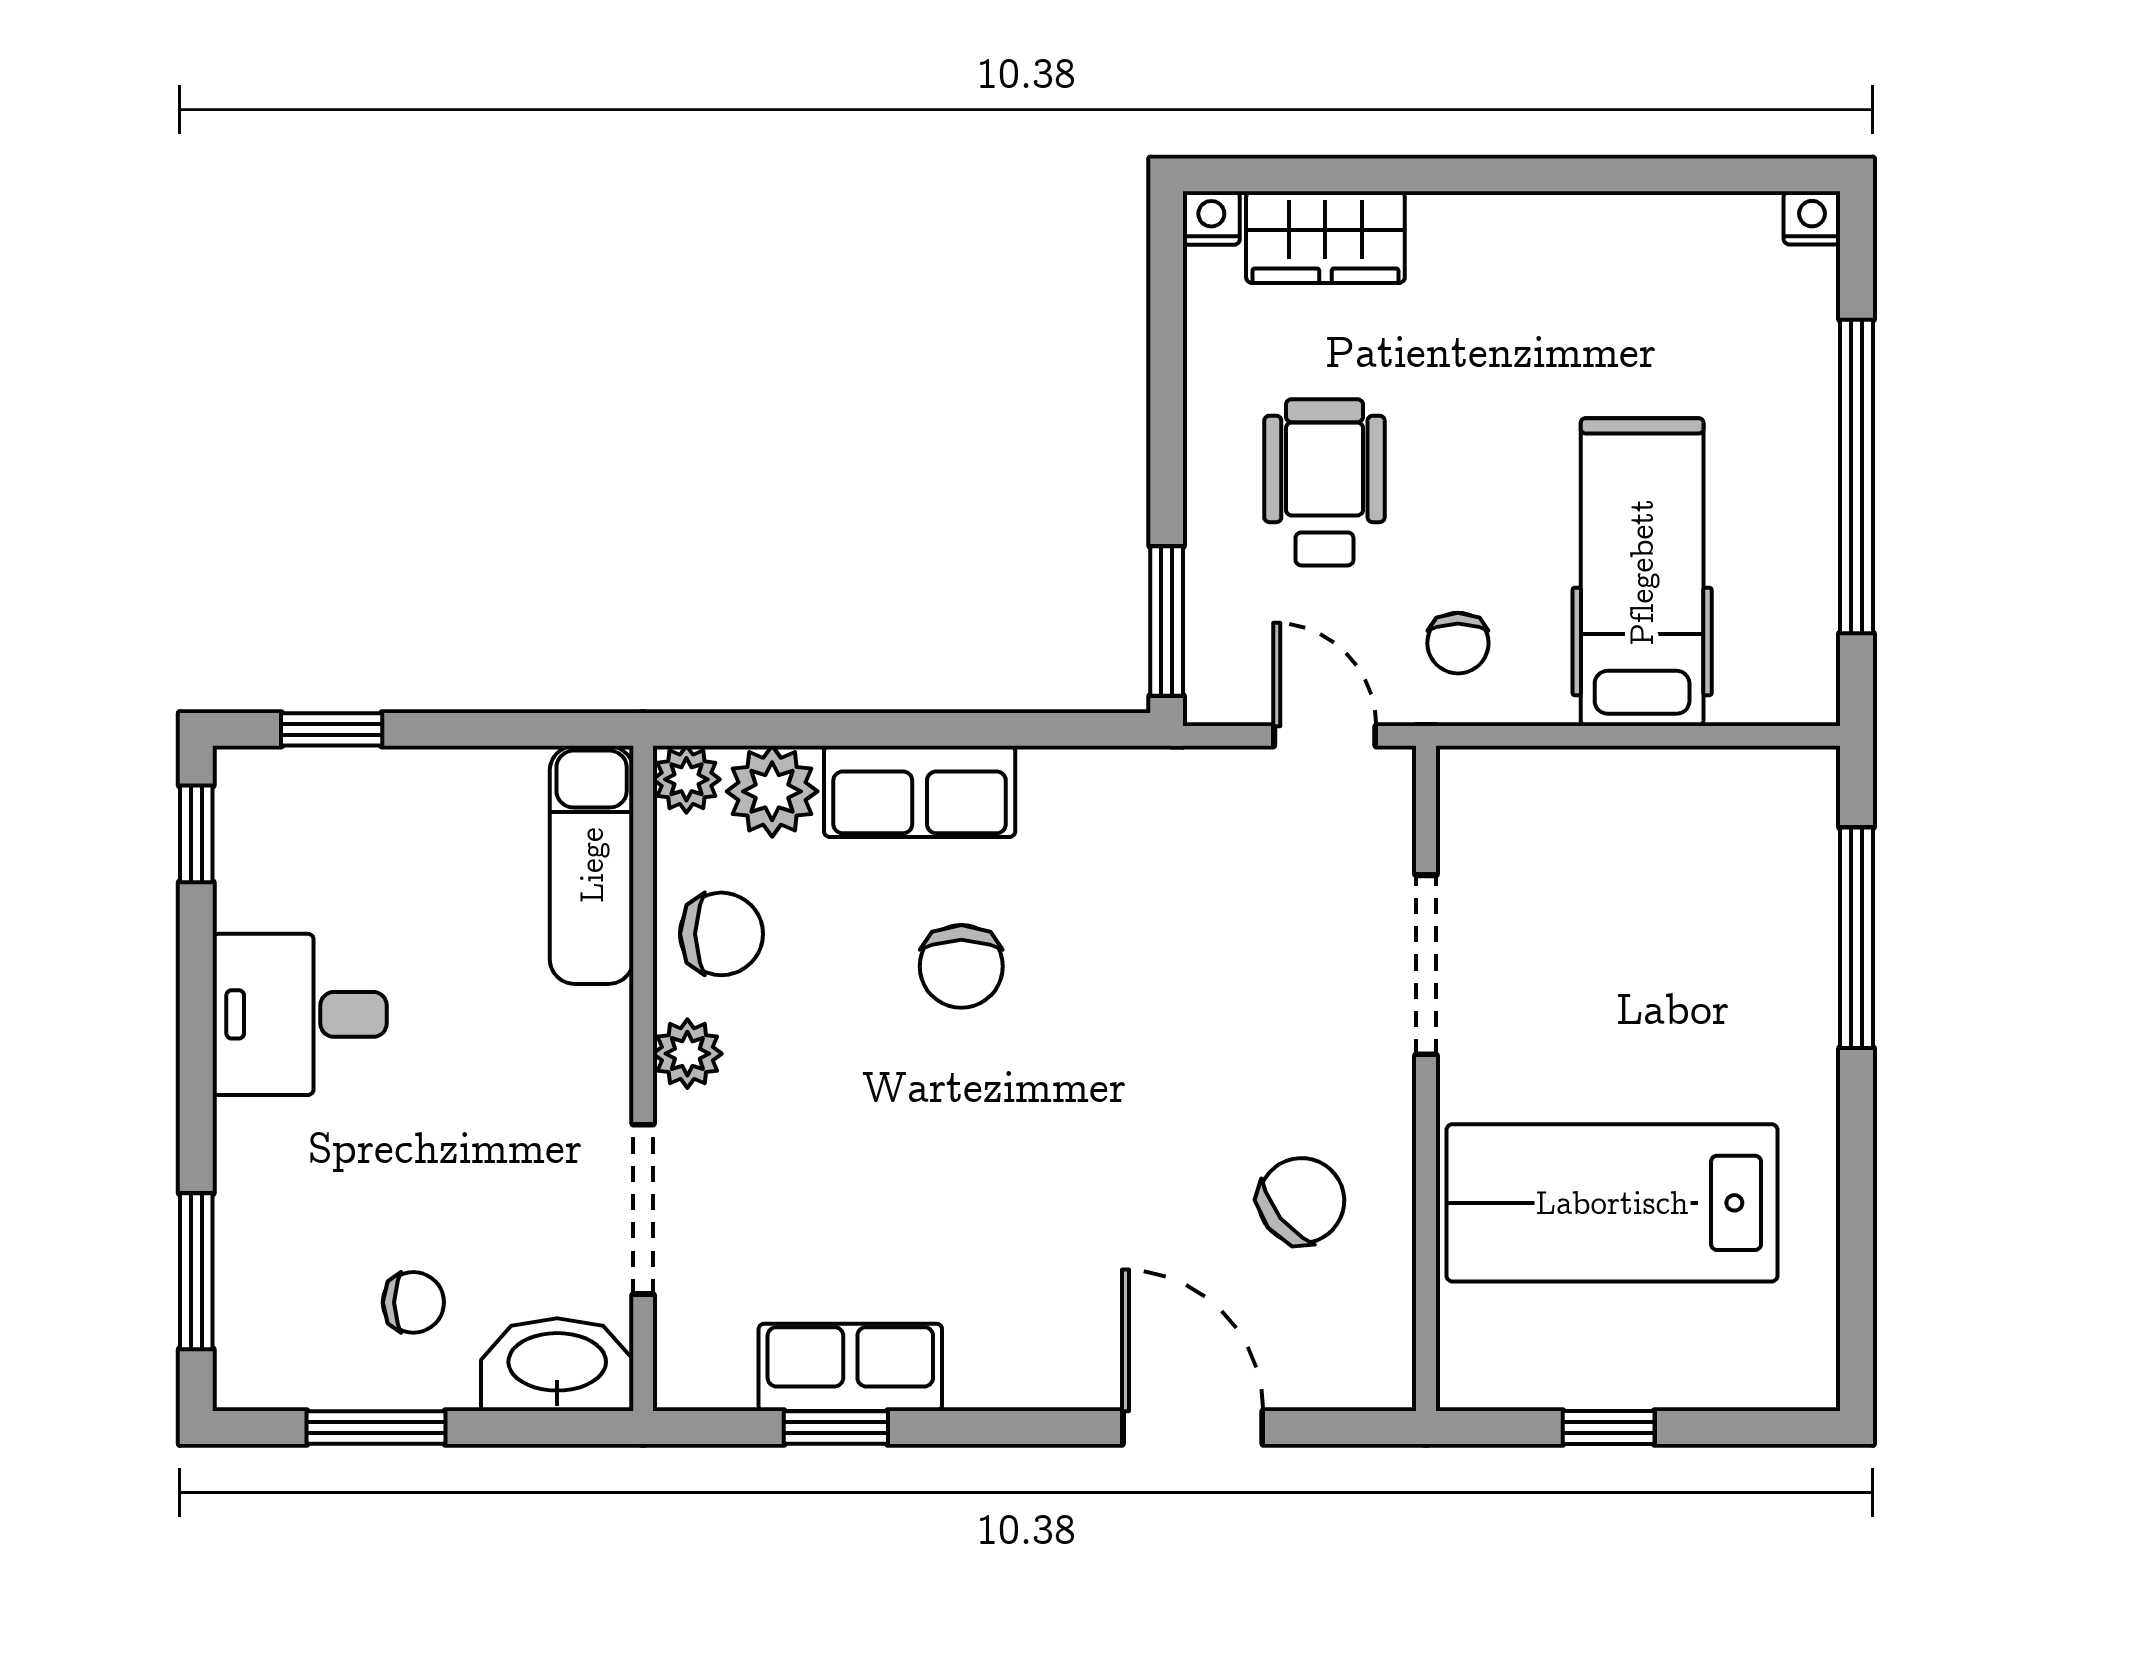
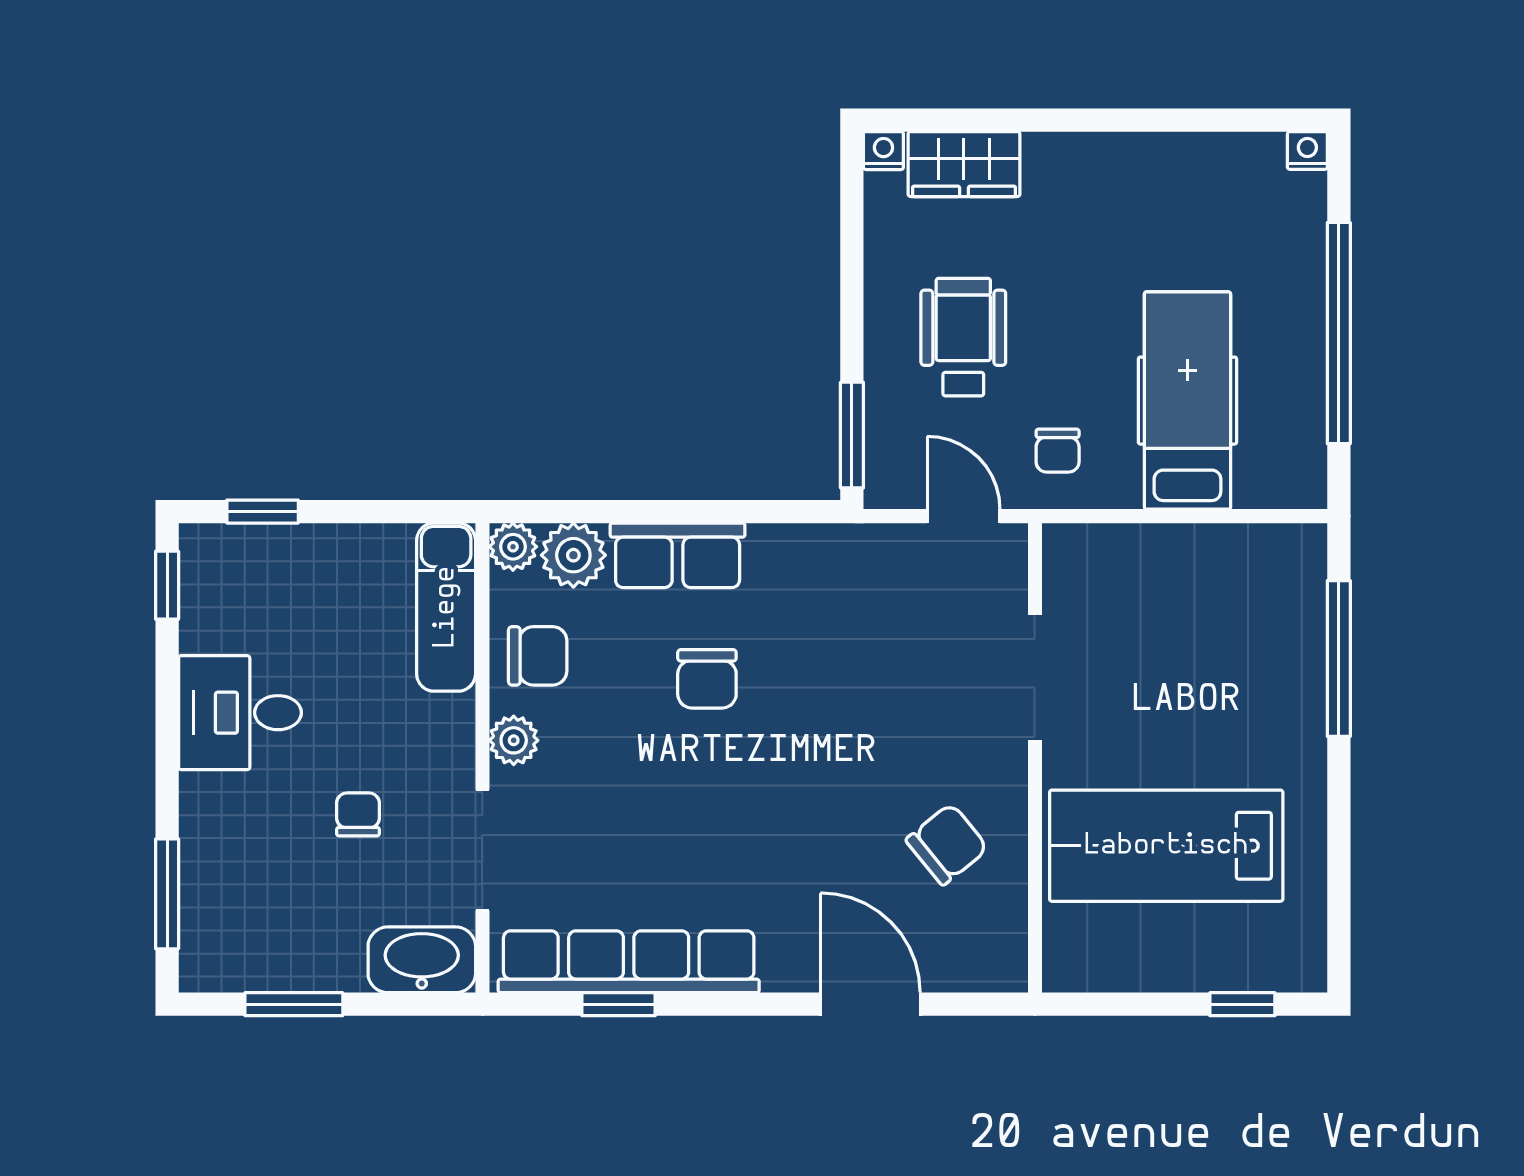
chair: (413, 1302) -> (358, 814), moved, turned -90
row of seats: (850, 1367) -> (629, 962), width x2.02
window: (1609, 1427) -> (1242, 1004), moved

